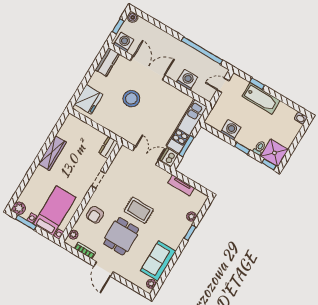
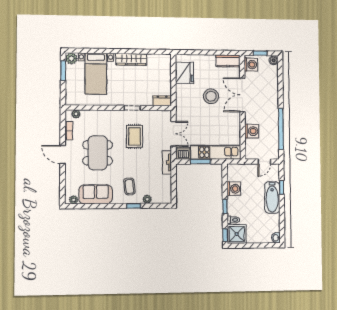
double door: (148, 68) -> (242, 95), swing flipped
door: (223, 85) -> (264, 161), swing flipped
fridge: (89, 99) -> (184, 73), moved, turned -90
tv unit: (181, 185) -> (167, 162), moved
rug: (139, 210) -> (135, 136), moved
bed with nightstands: (55, 211) -> (96, 74), moved, turned 90
armchair: (95, 215) -> (102, 122), removed
coffee table: (170, 226) -> (129, 186), added
dining table: (121, 236) -> (98, 153), width x1.38
door: (103, 269) -> (63, 154), hinge flipped

